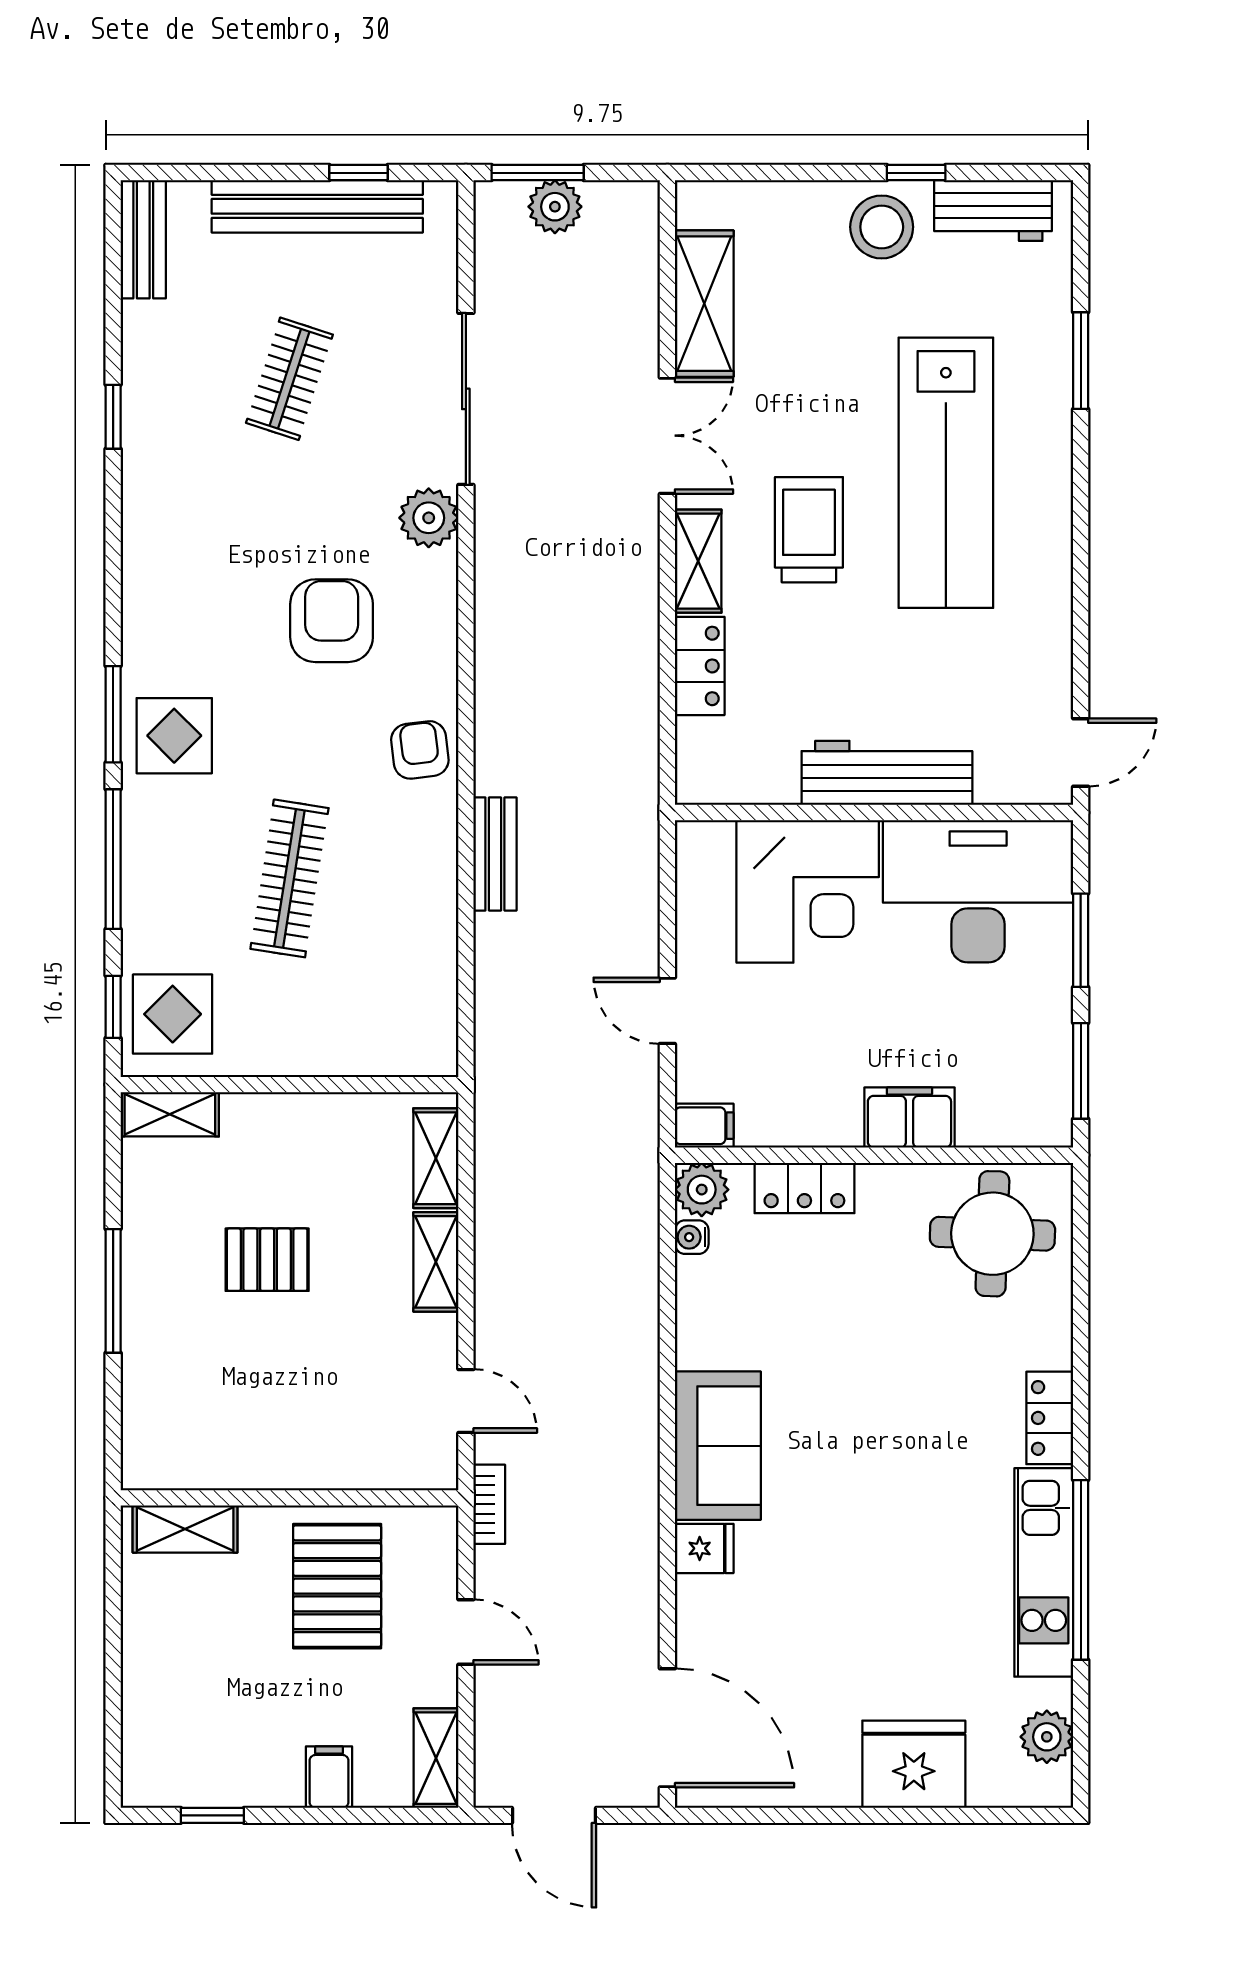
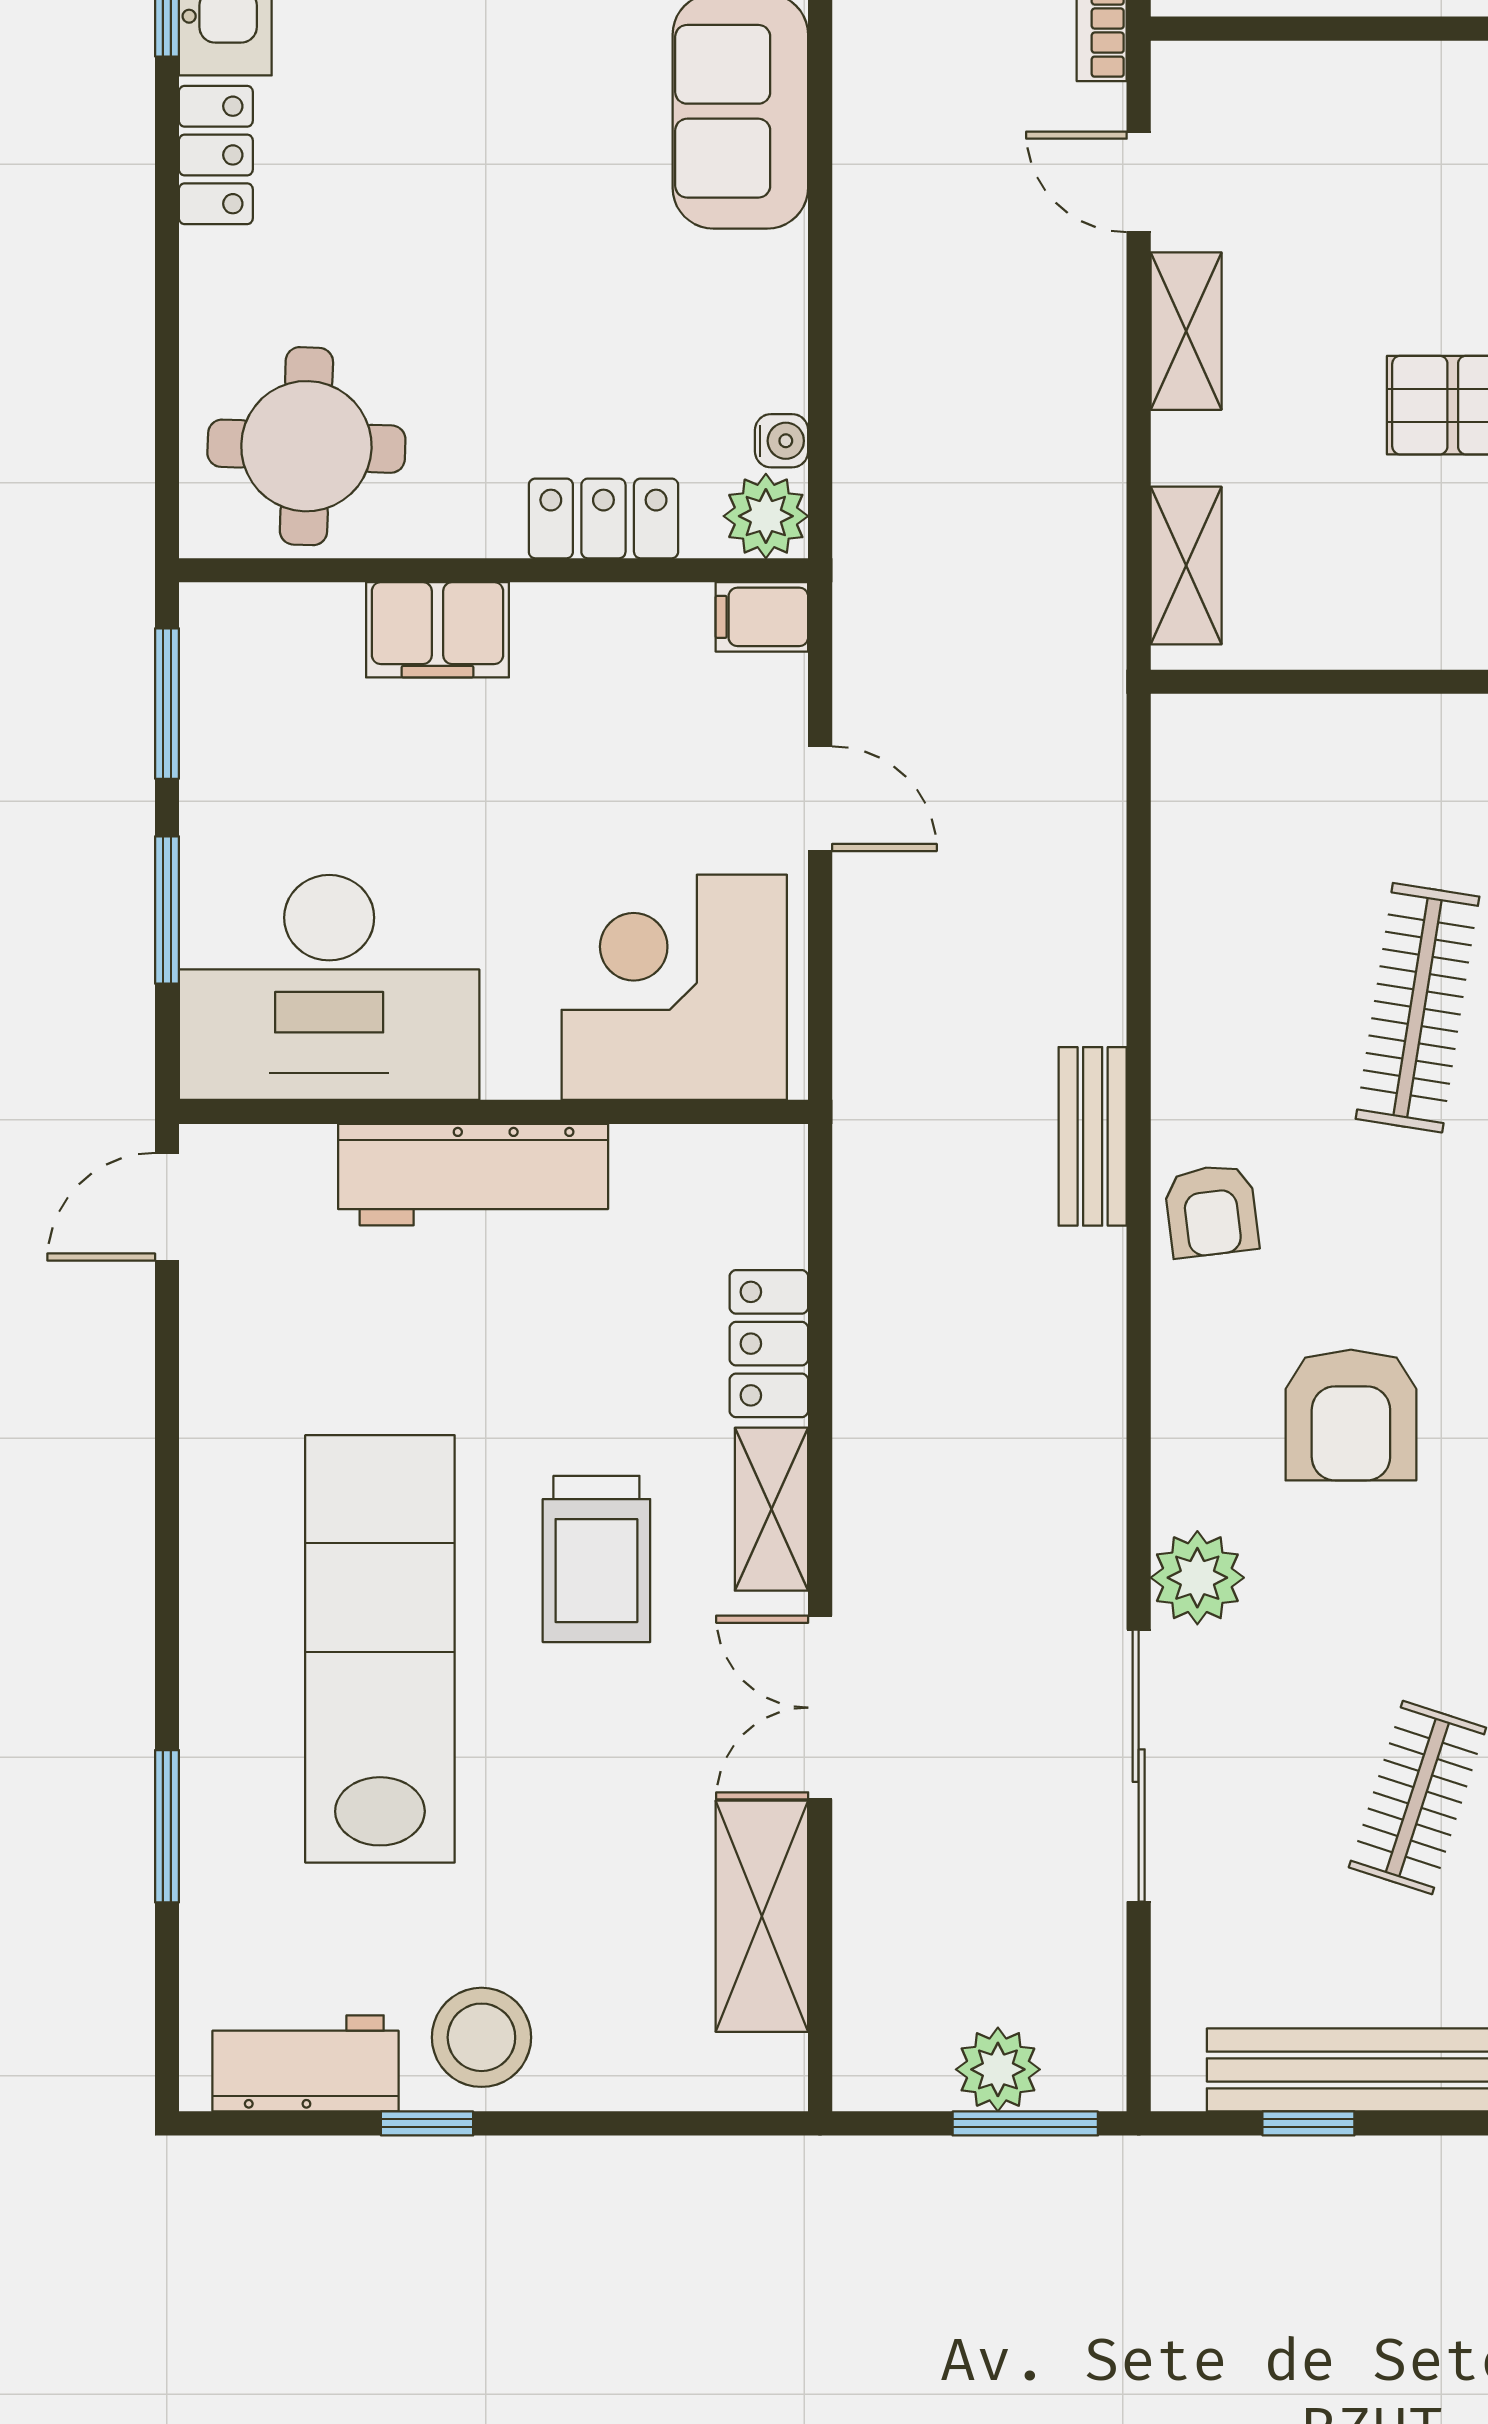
bench: (495, 854) -> (1093, 1136), moved
corner desk: (808, 891) -> (674, 987), moved
shelving: (436, 1262) -> (1186, 331), moved

